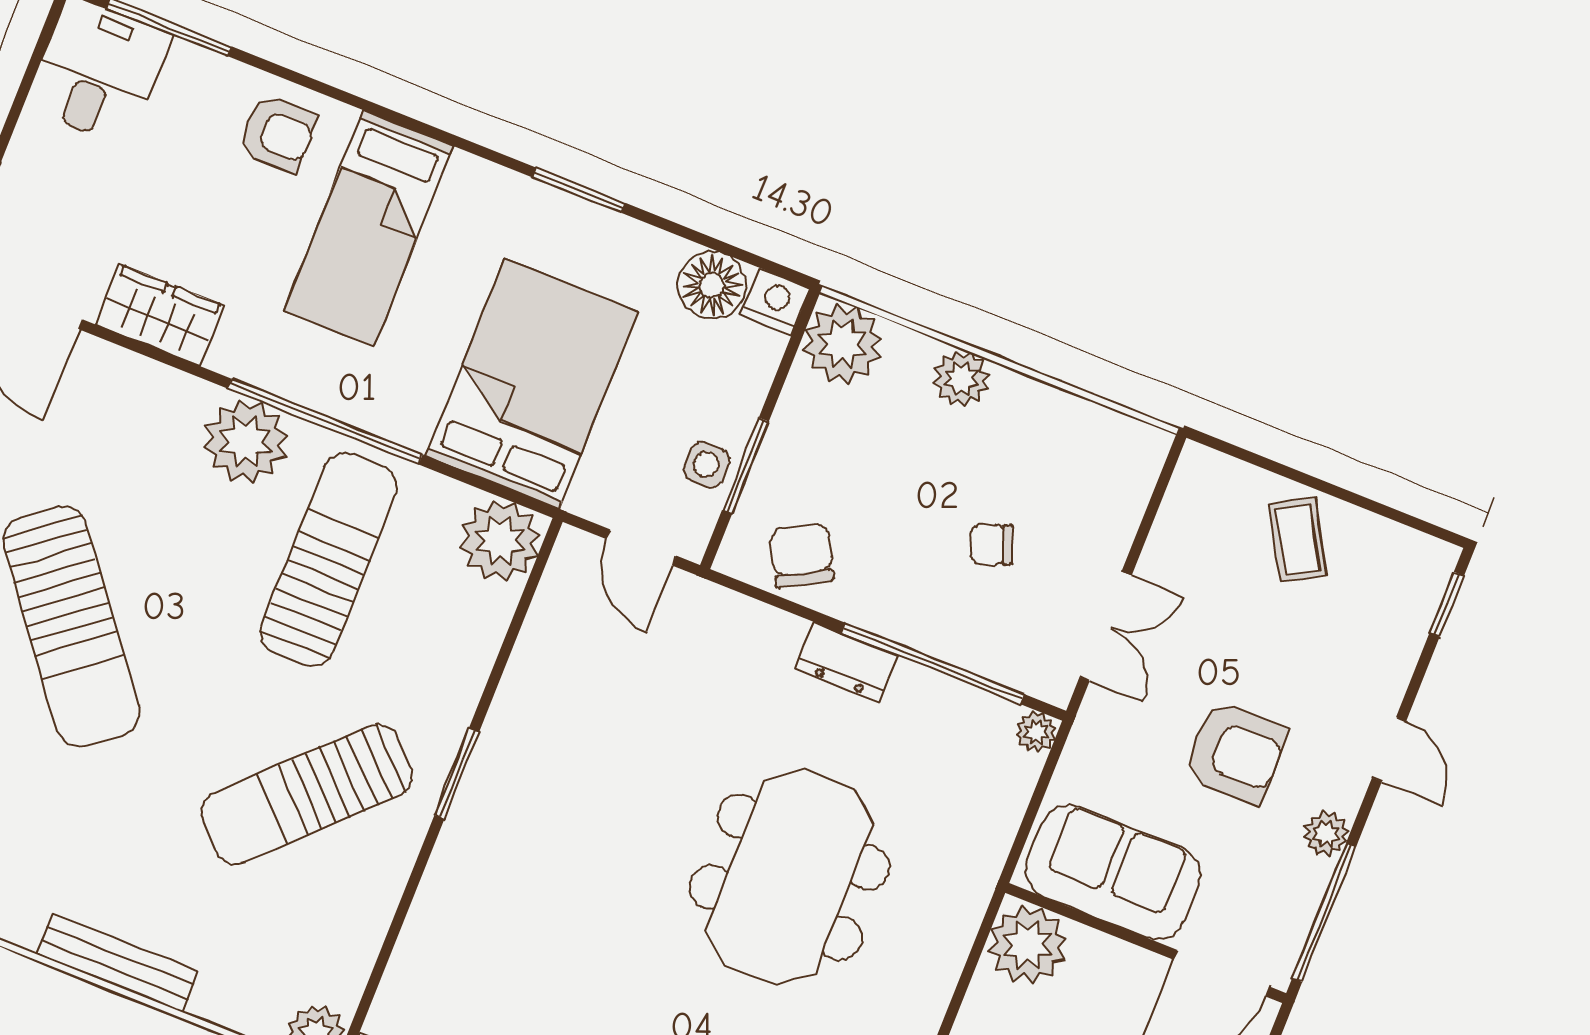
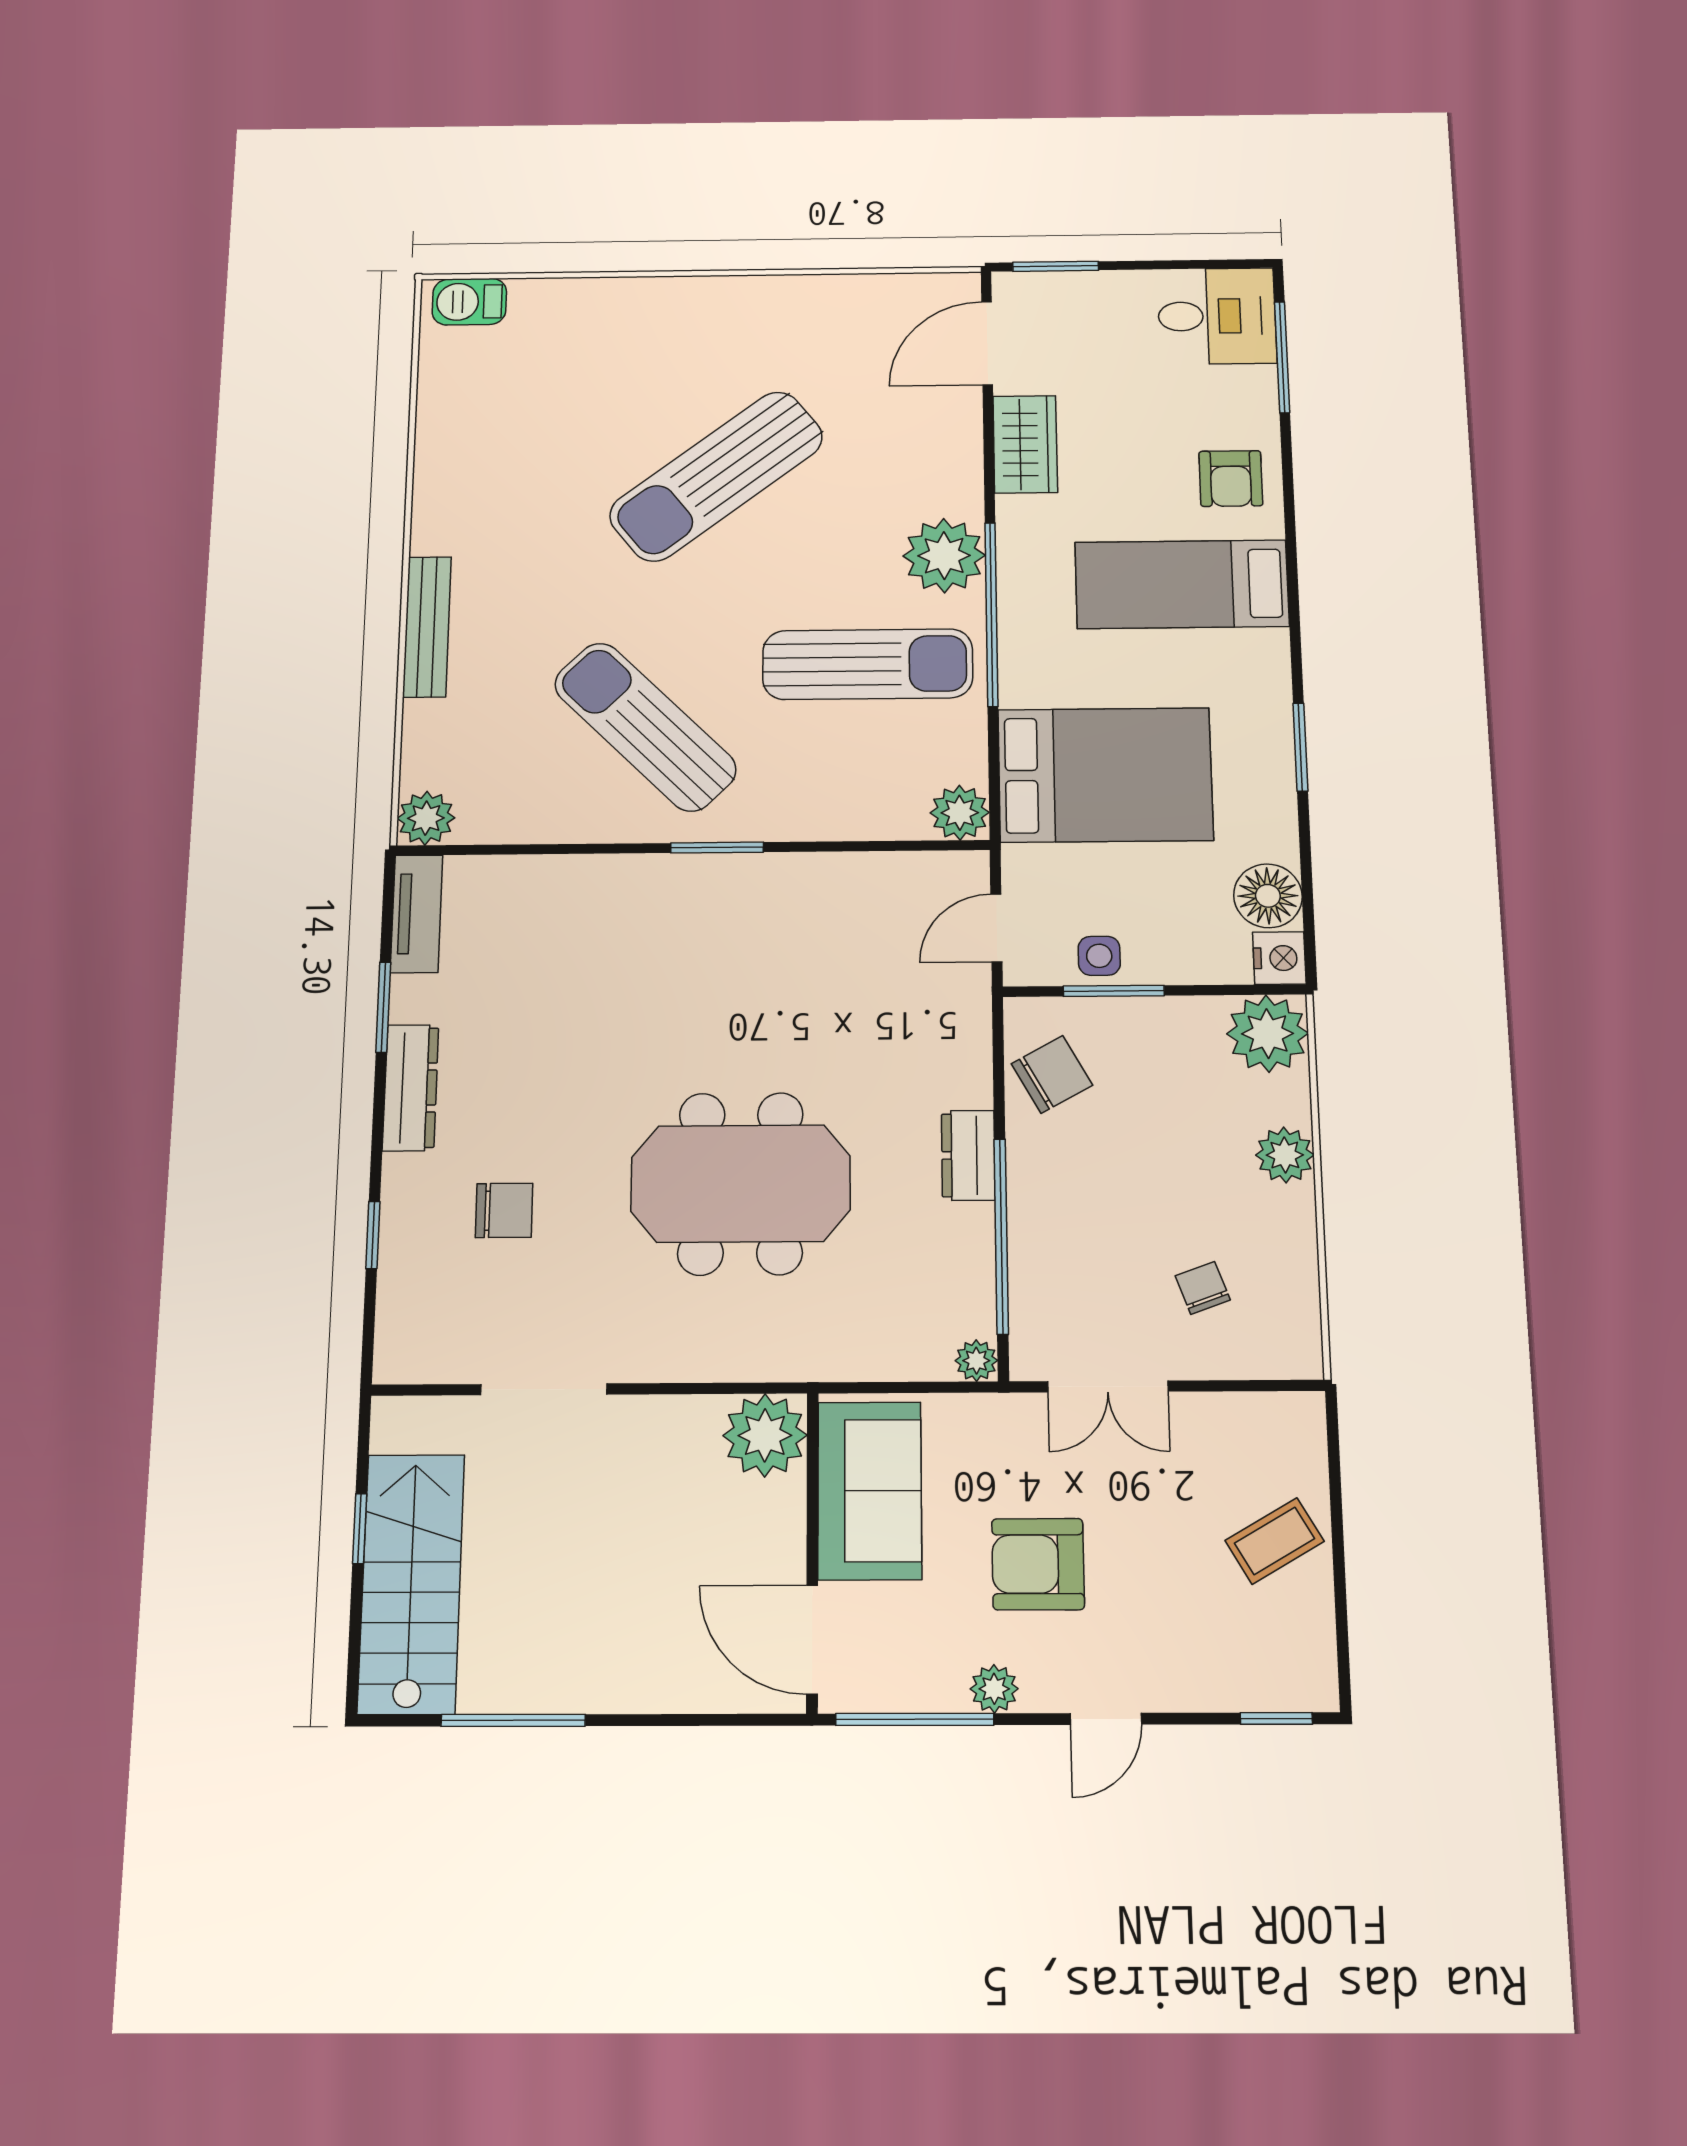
plant: (500, 541) -> (960, 813), width x0.73, depth x0.73
chair: (992, 545) -> (1203, 1288), moved
armchair: (1235, 752) -> (1038, 1564), turned 90

